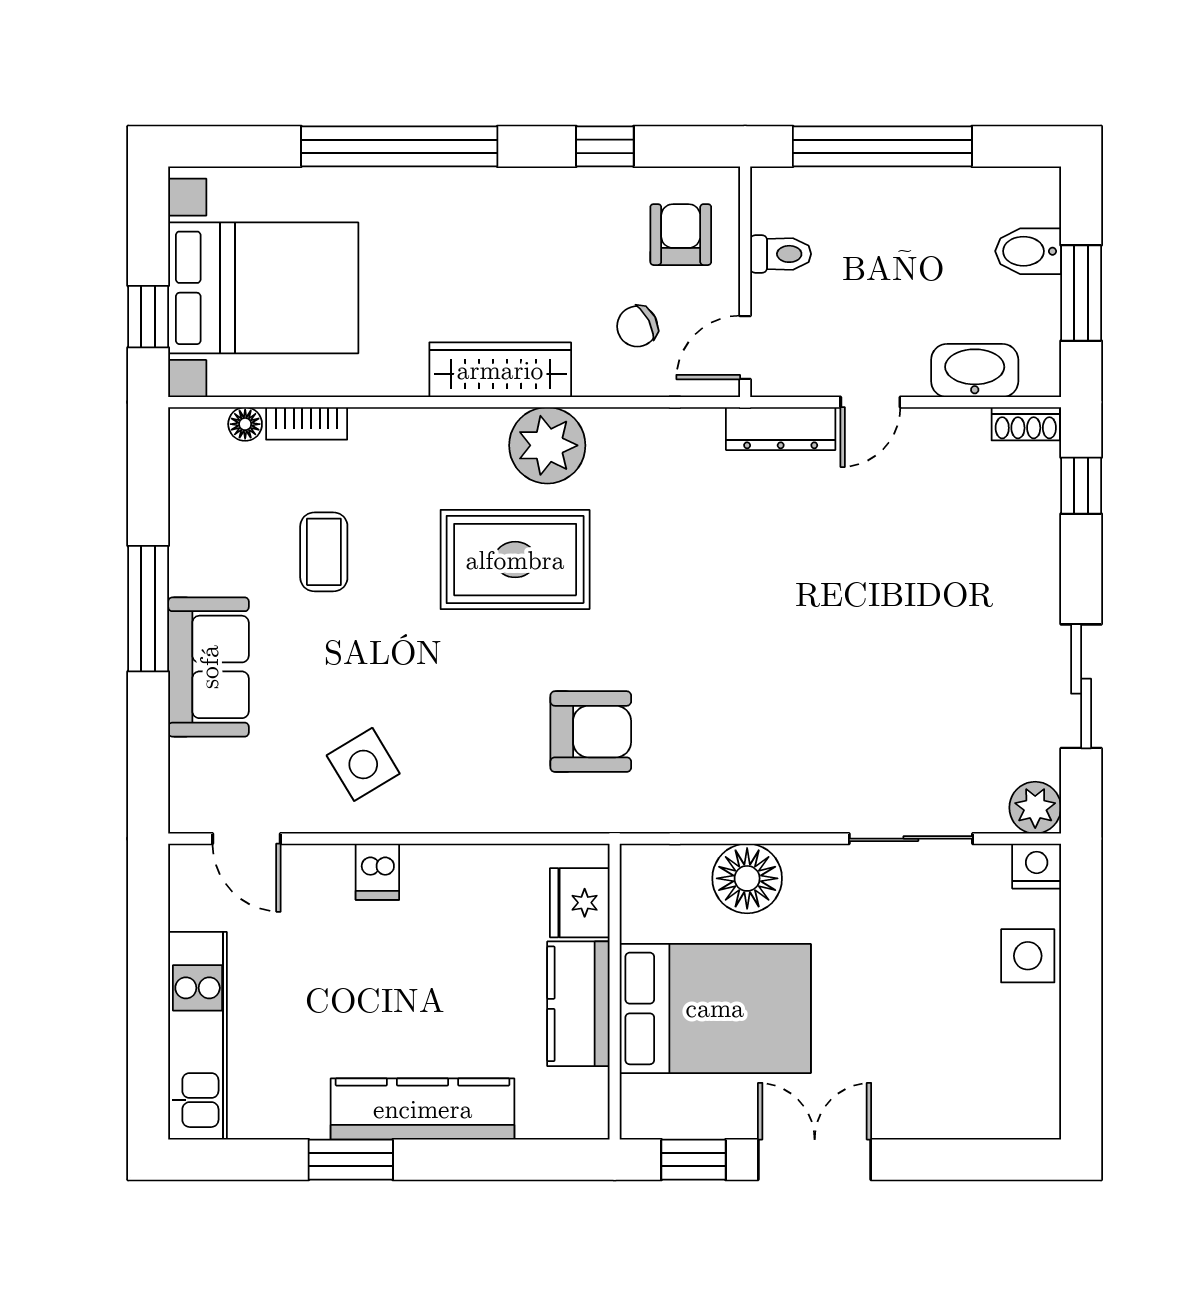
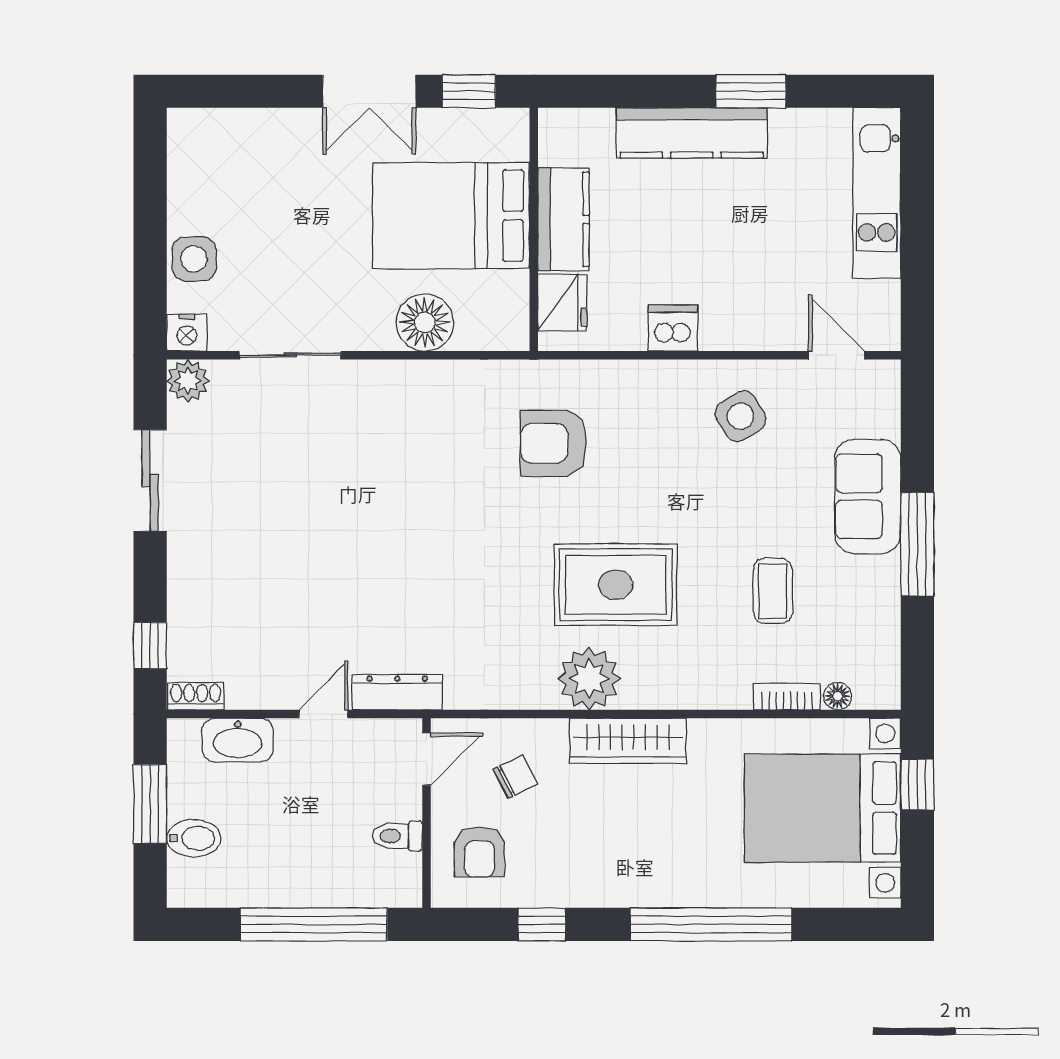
dishwasher: (377, 872) -> (673, 328), moved, width x1.38

